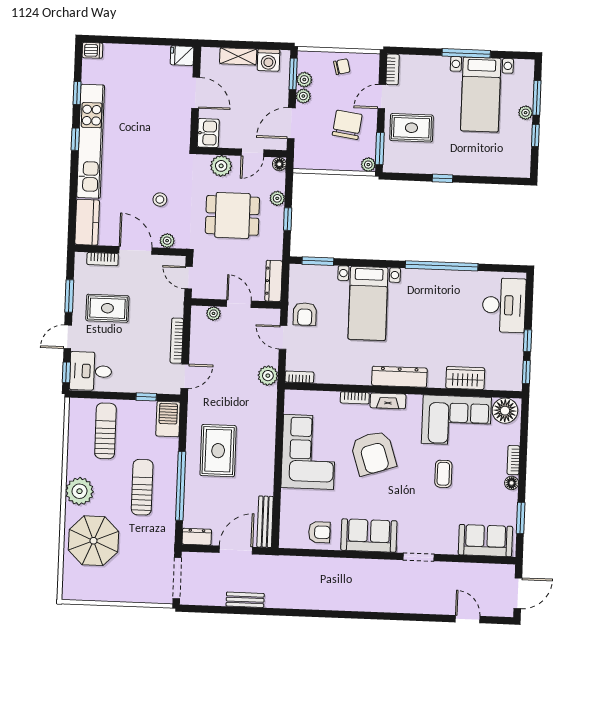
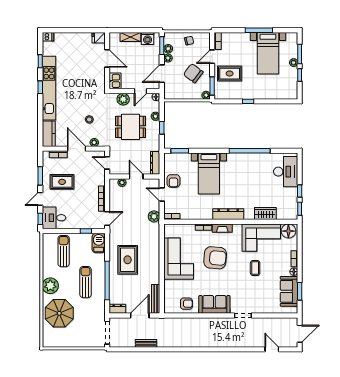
chair: (347, 125) -> (193, 73), turned -61
armchair: (373, 453) -> (215, 258), turned -67
sofa: (485, 541) -> (289, 291), moved, turned -90

